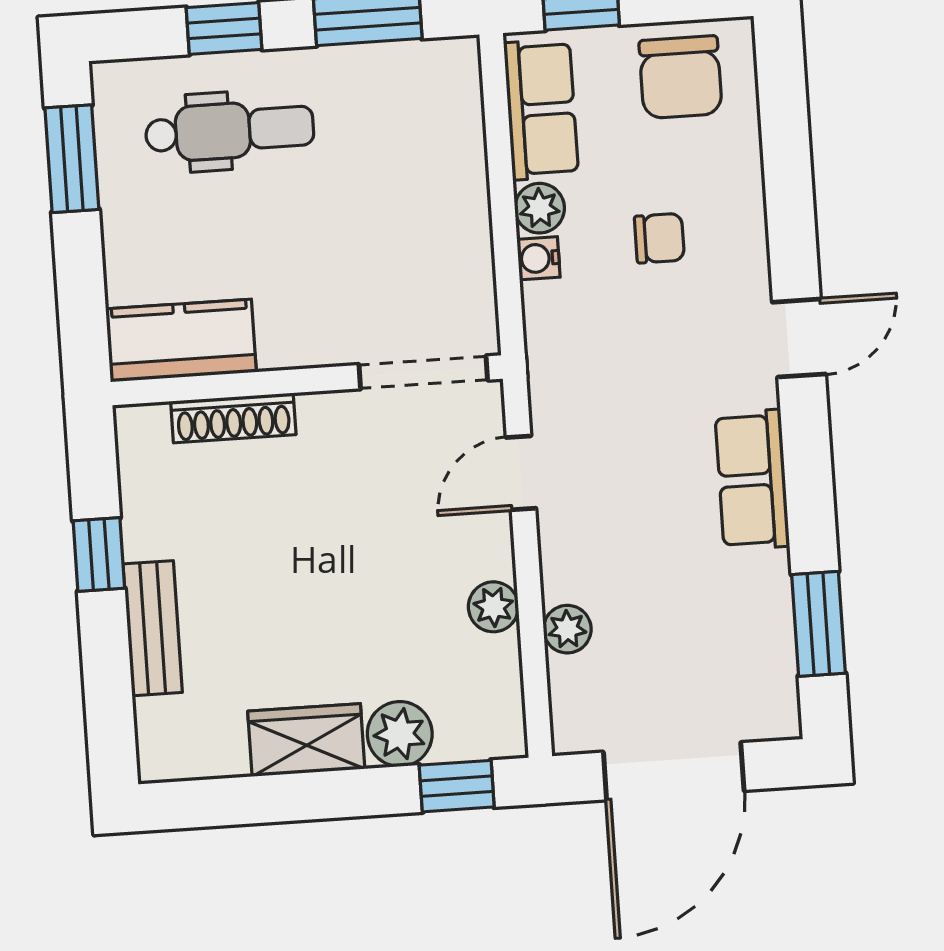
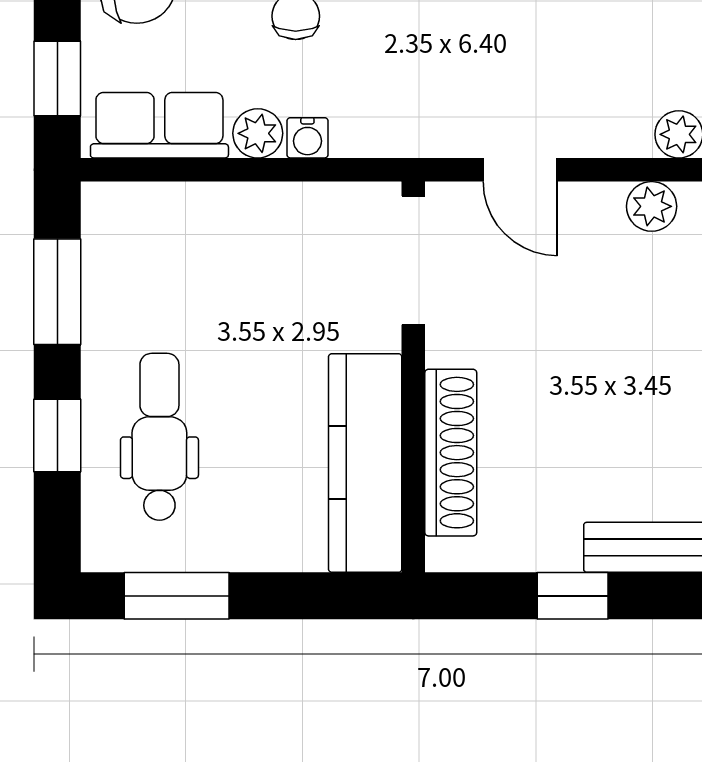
kitchen counter: (181, 340) -> (365, 463), width x1.50
shoe rack: (233, 418) -> (451, 453), width x1.36, depth x1.24

